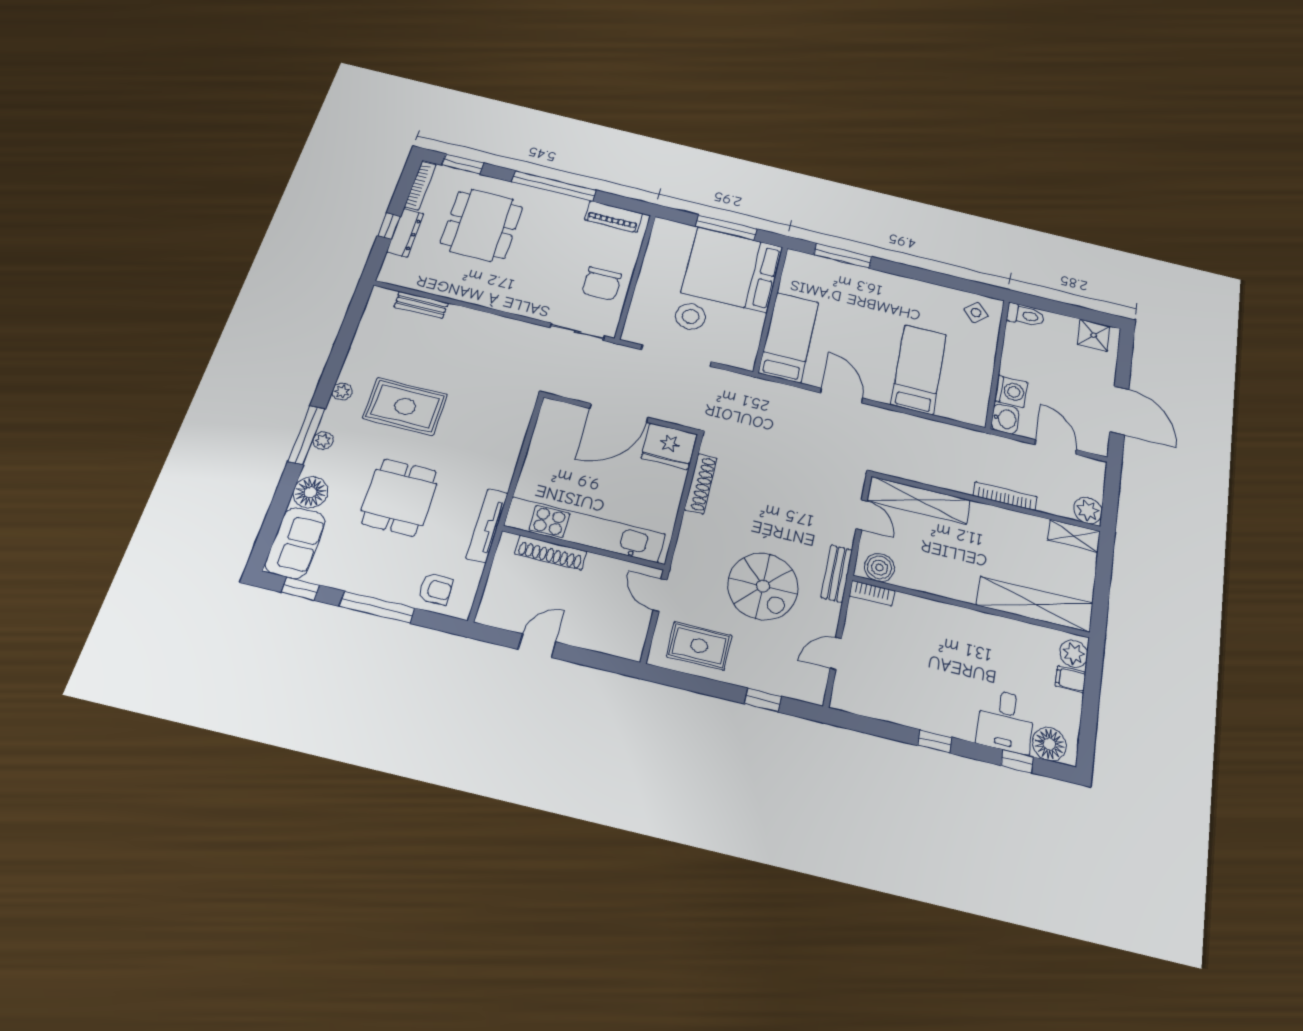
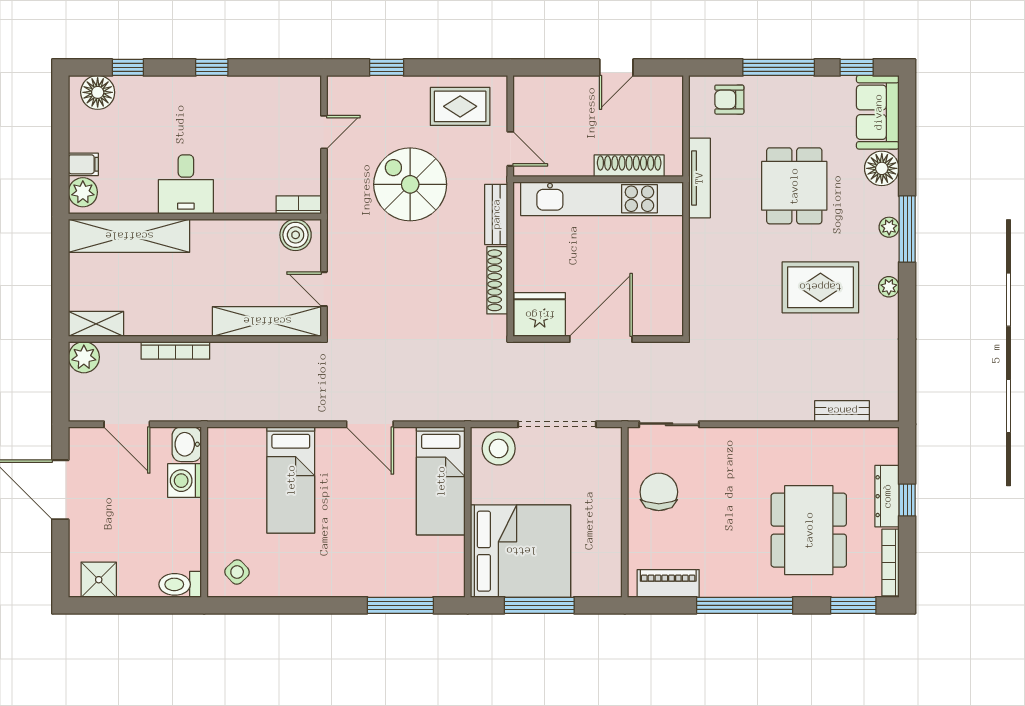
stool: (691, 316) -> (499, 448), moved
bench: (837, 574) -> (496, 214), moved
desk: (1006, 721) -> (186, 184), moved, turned 180

